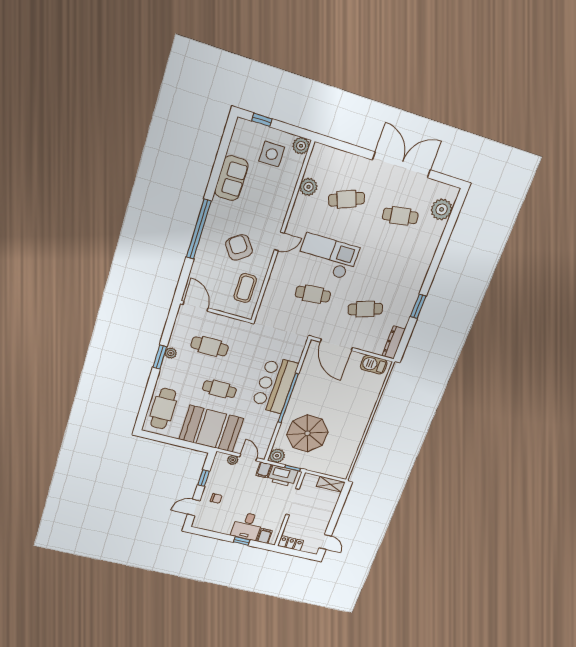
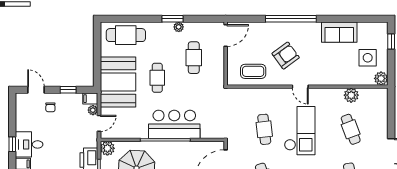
filing cabinet: (264, 470) -> (90, 99), moved

